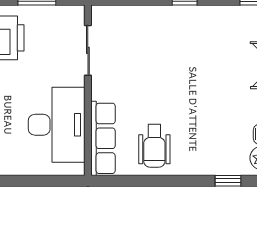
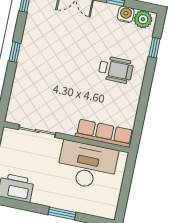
wheelchair: (154, 146) -> (116, 70), moved

